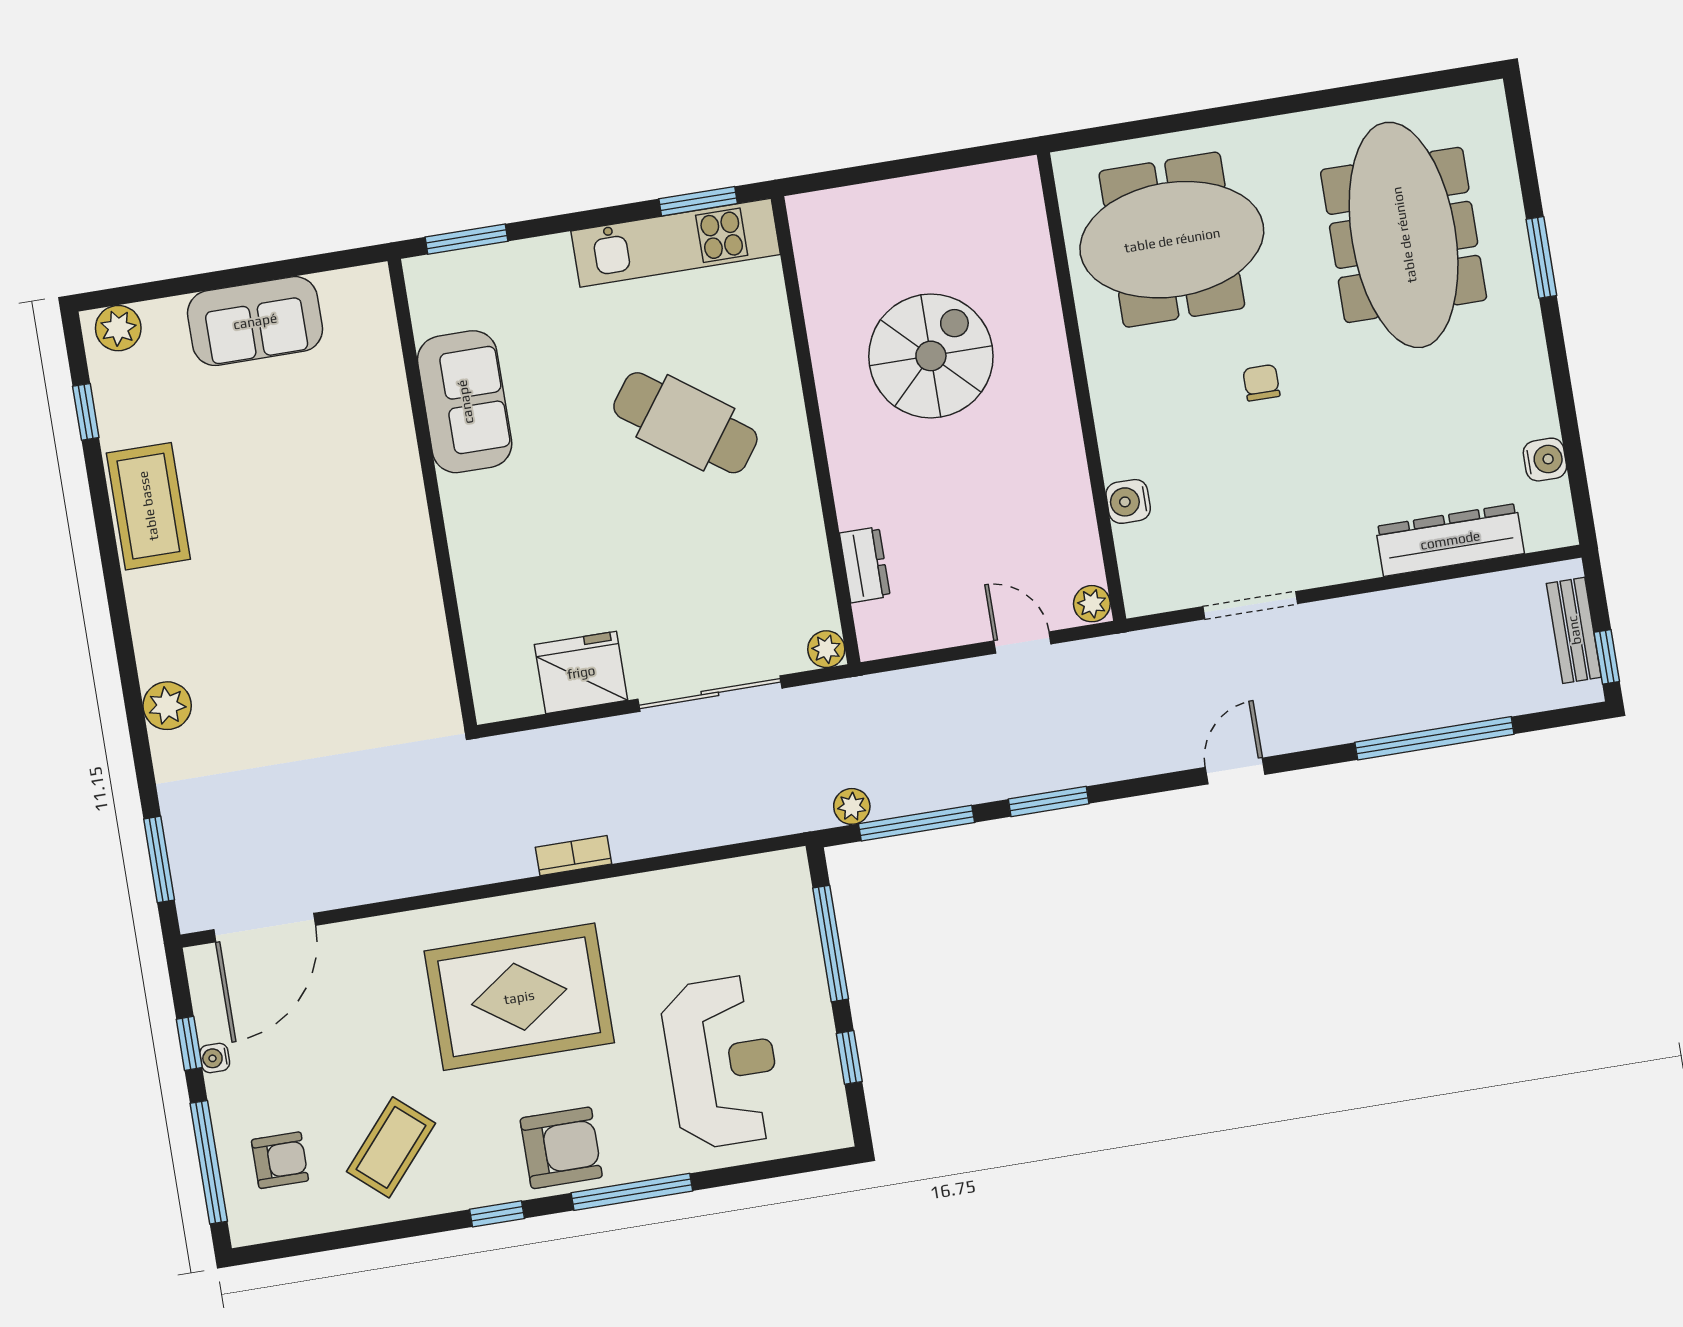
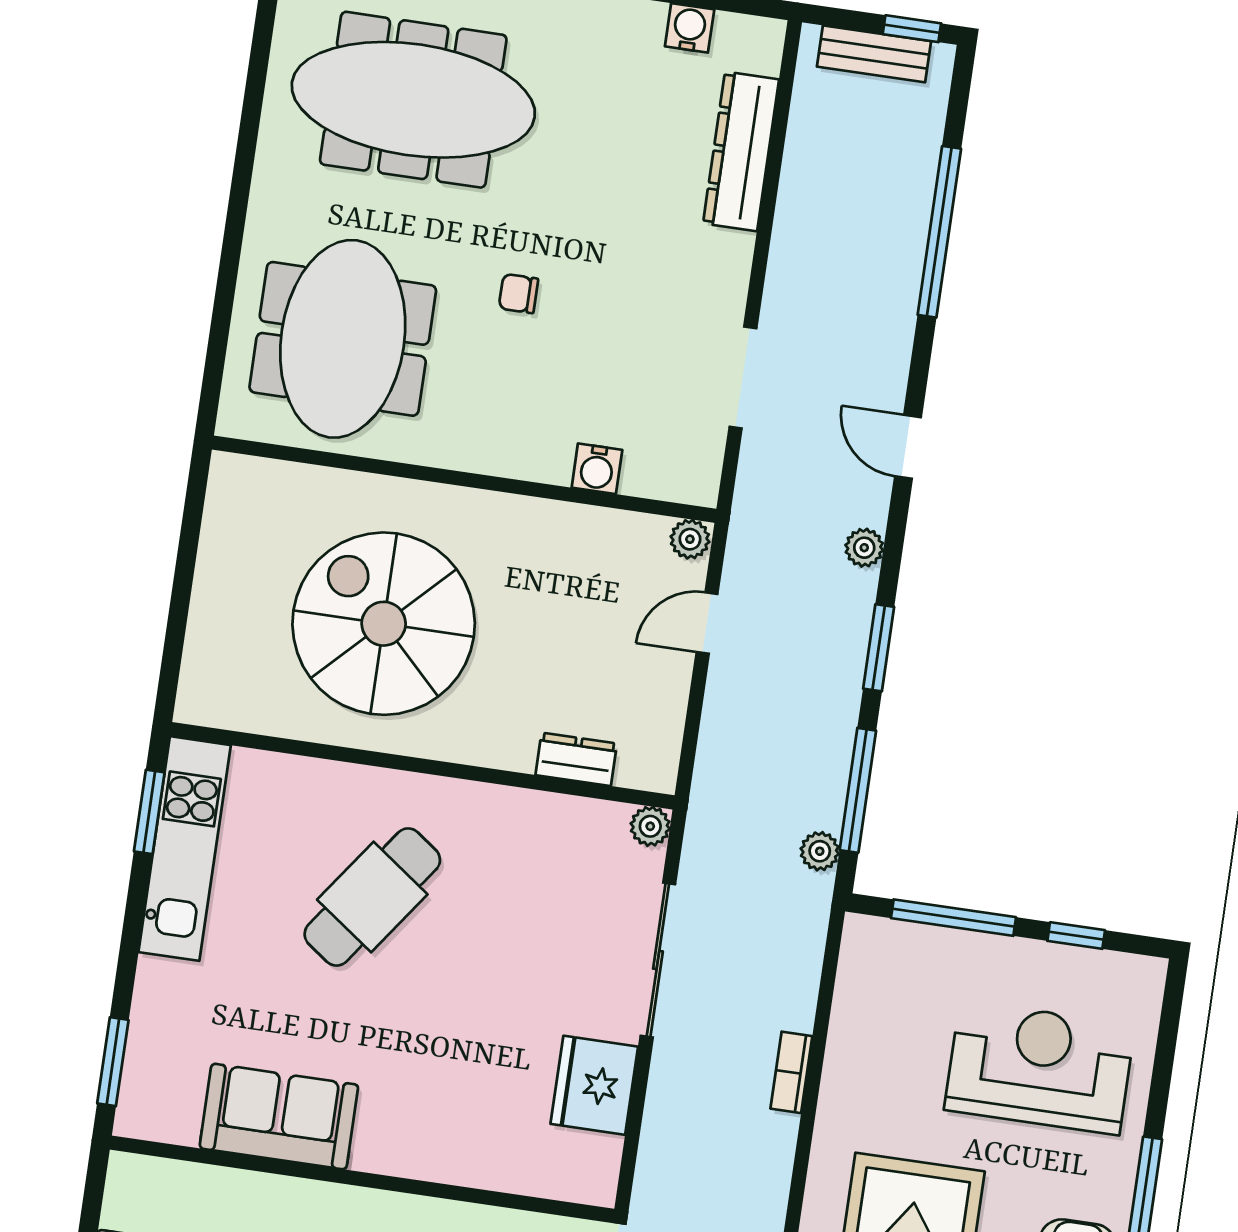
spiral stairs: (931, 356) -> (384, 624), width x1.37, depth x1.37
plant: (1133, 761) -> (864, 548), added
bookcase: (574, 856) -> (791, 1072), moved

